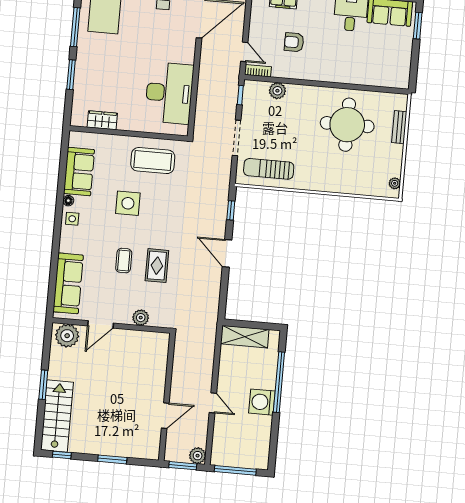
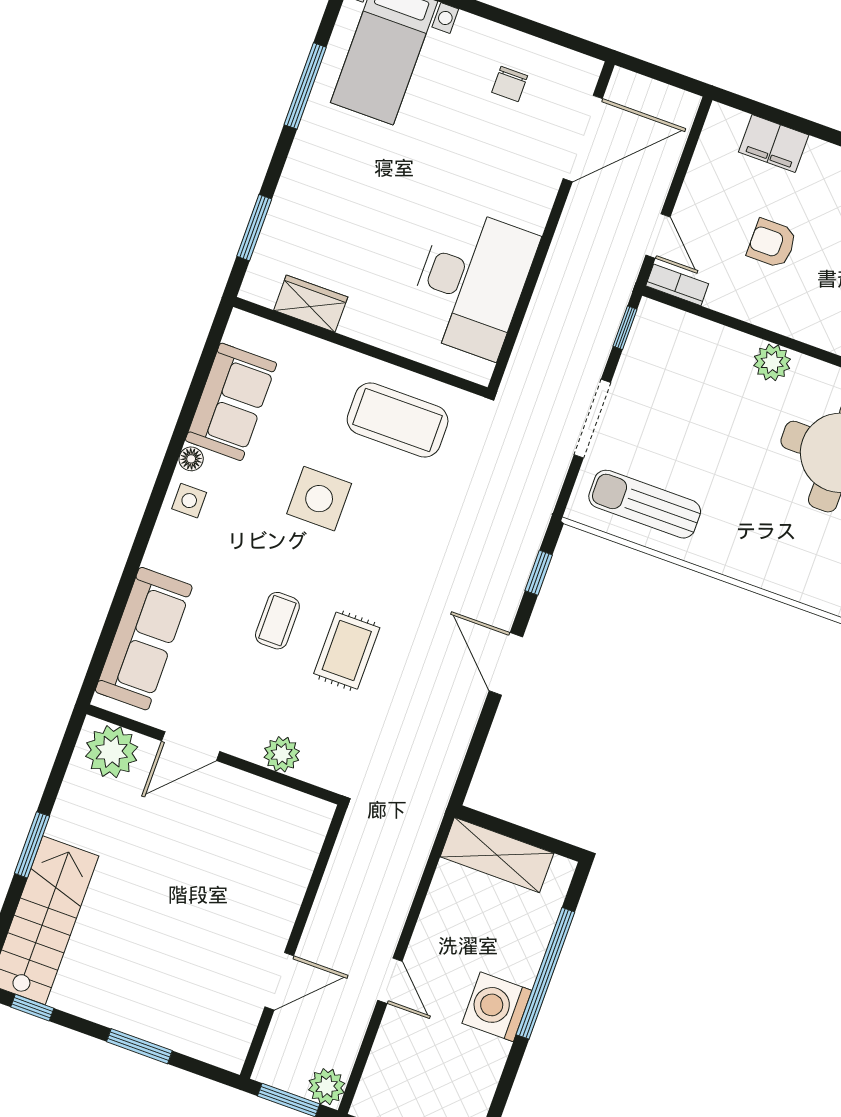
window: (71, 75) -> (254, 228), moved
plant: (277, 91) -> (772, 362), moved

